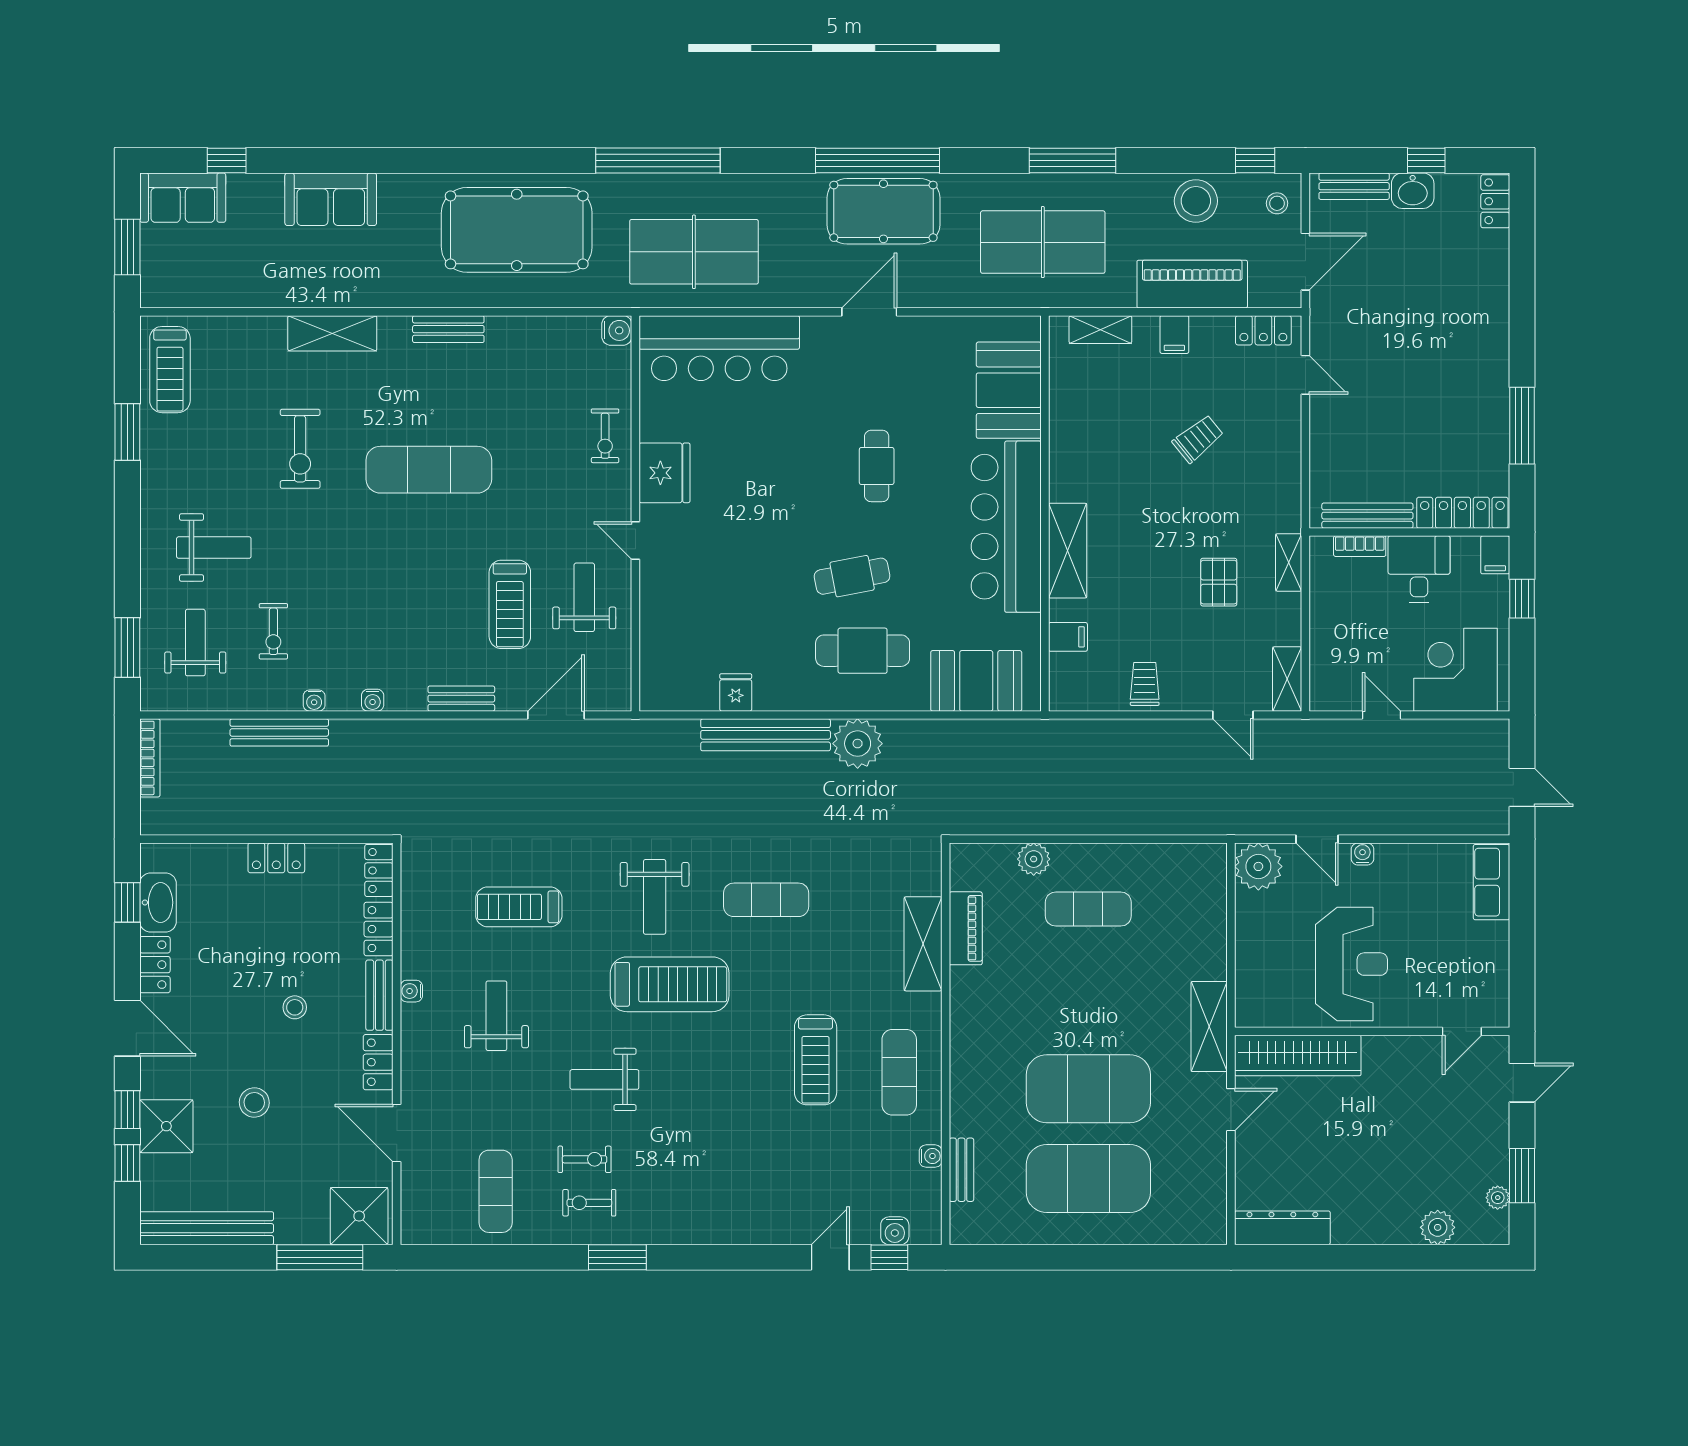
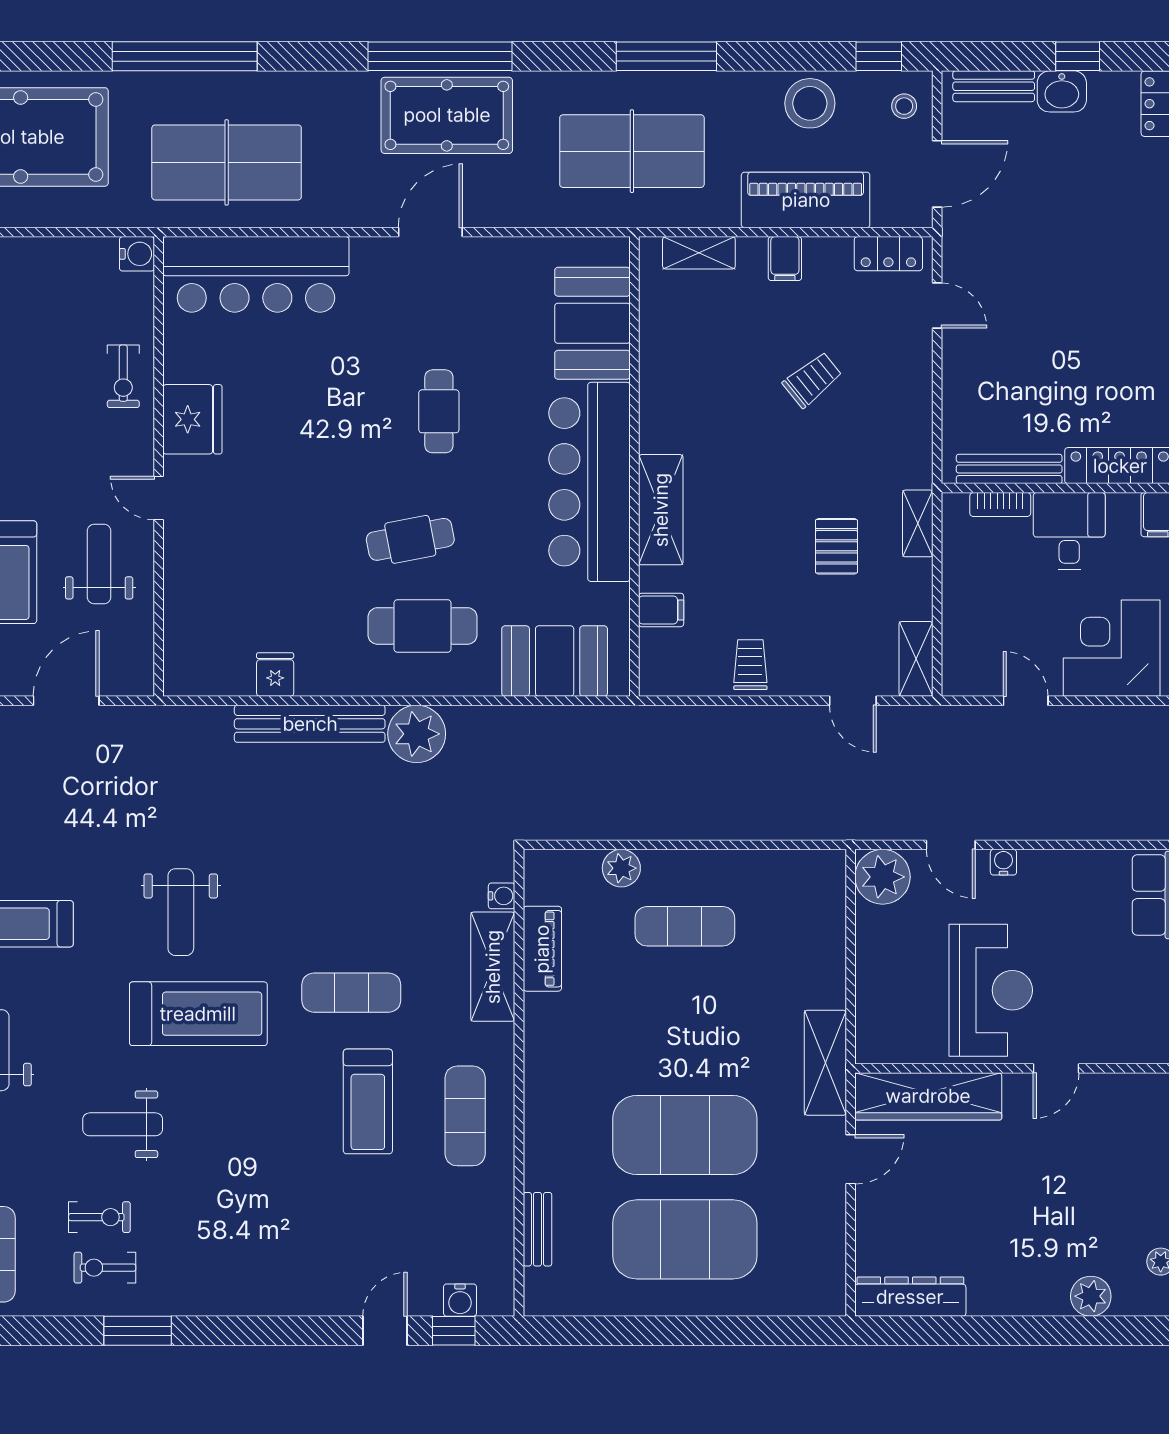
exercise mat: (766, 900) -> (351, 993), moved
door: (1462, 1031) -> (1056, 1068), moved
water cooler: (931, 1156) -> (502, 896), moved

